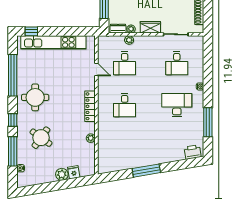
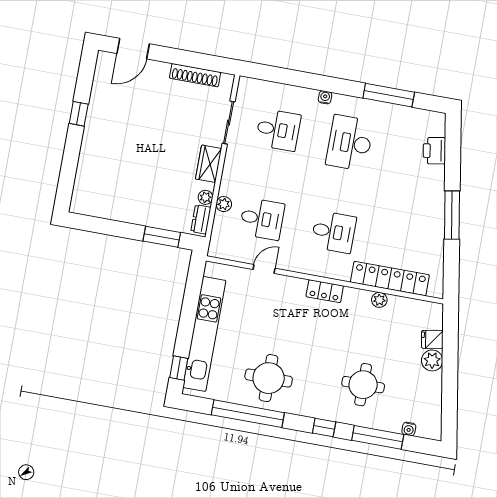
round table: (35, 97) -> (269, 378), moved
locker: (90, 106) -> (325, 291), width x0.66
round table: (41, 138) -> (363, 385), turned -36
locker: (104, 142) -> (390, 279), added
printer: (193, 152) -> (434, 151), moved

